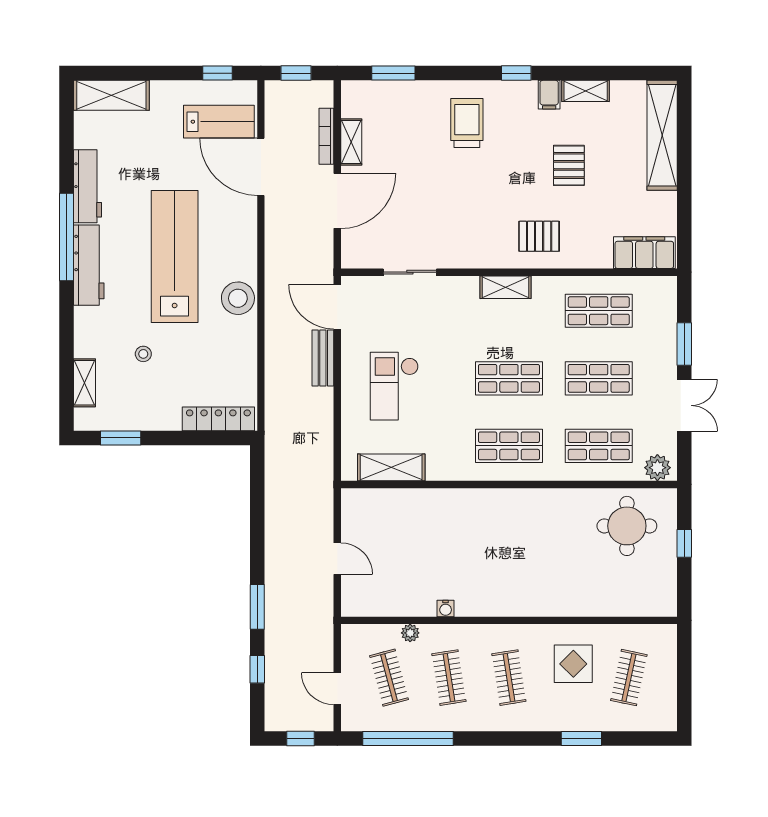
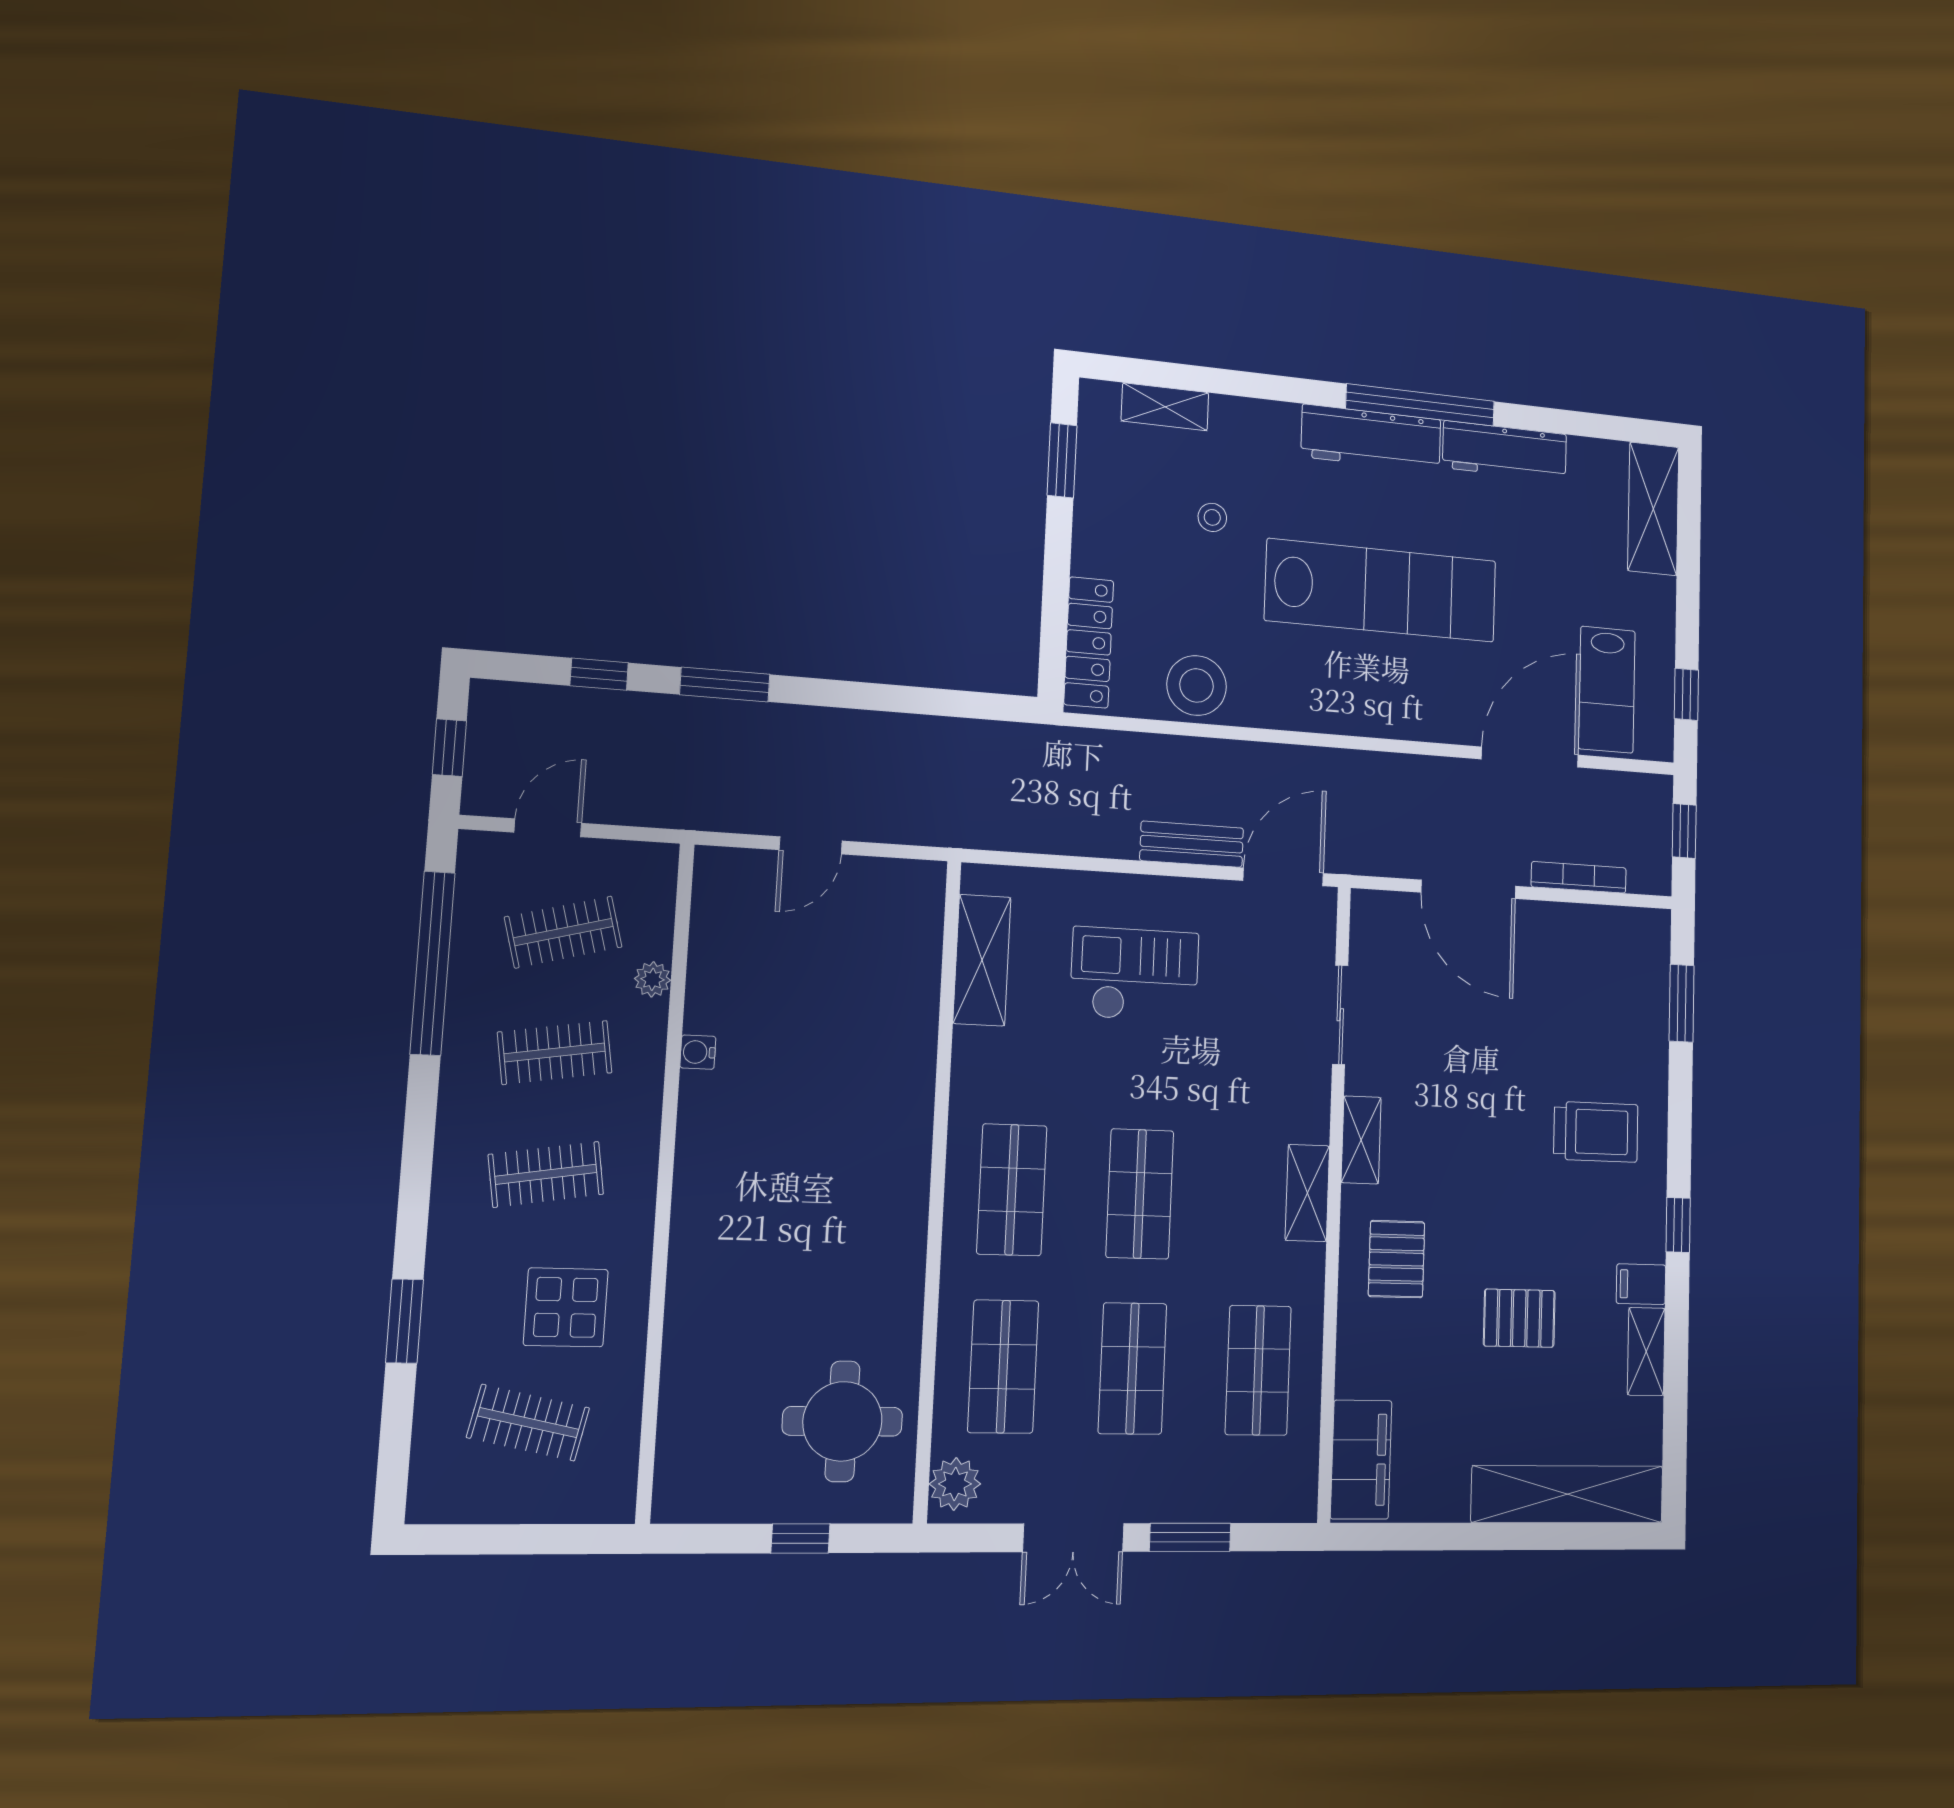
shelving: (351, 142) -> (1361, 1140), moved, turned 90
stool: (238, 298) -> (1197, 685), moved

